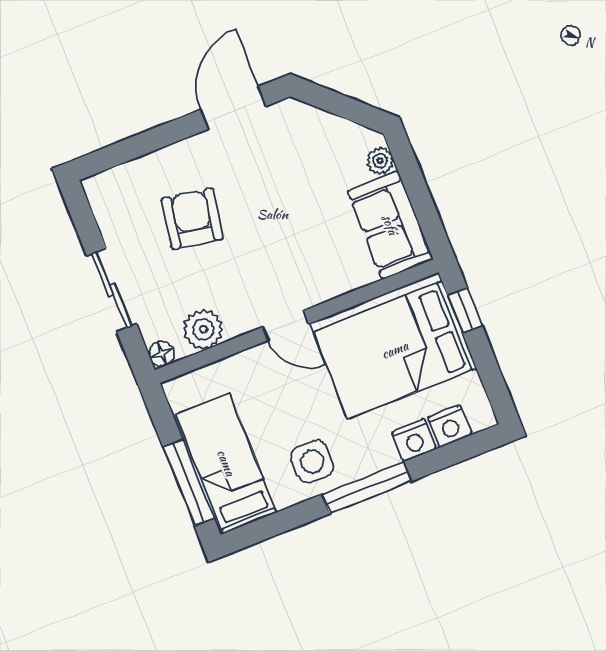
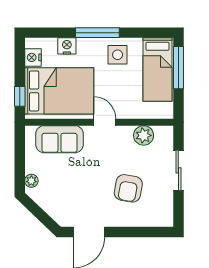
sofa: (390, 225) -> (59, 139), moved, turned 90
floor lamp: (162, 354) -> (167, 132), removed
nightstand: (450, 426) -> (33, 57), moved, turned -90

